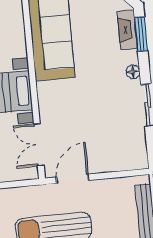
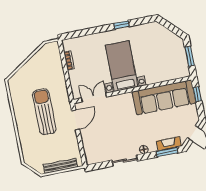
door: (73, 179) -> (76, 120), hinge flipped

